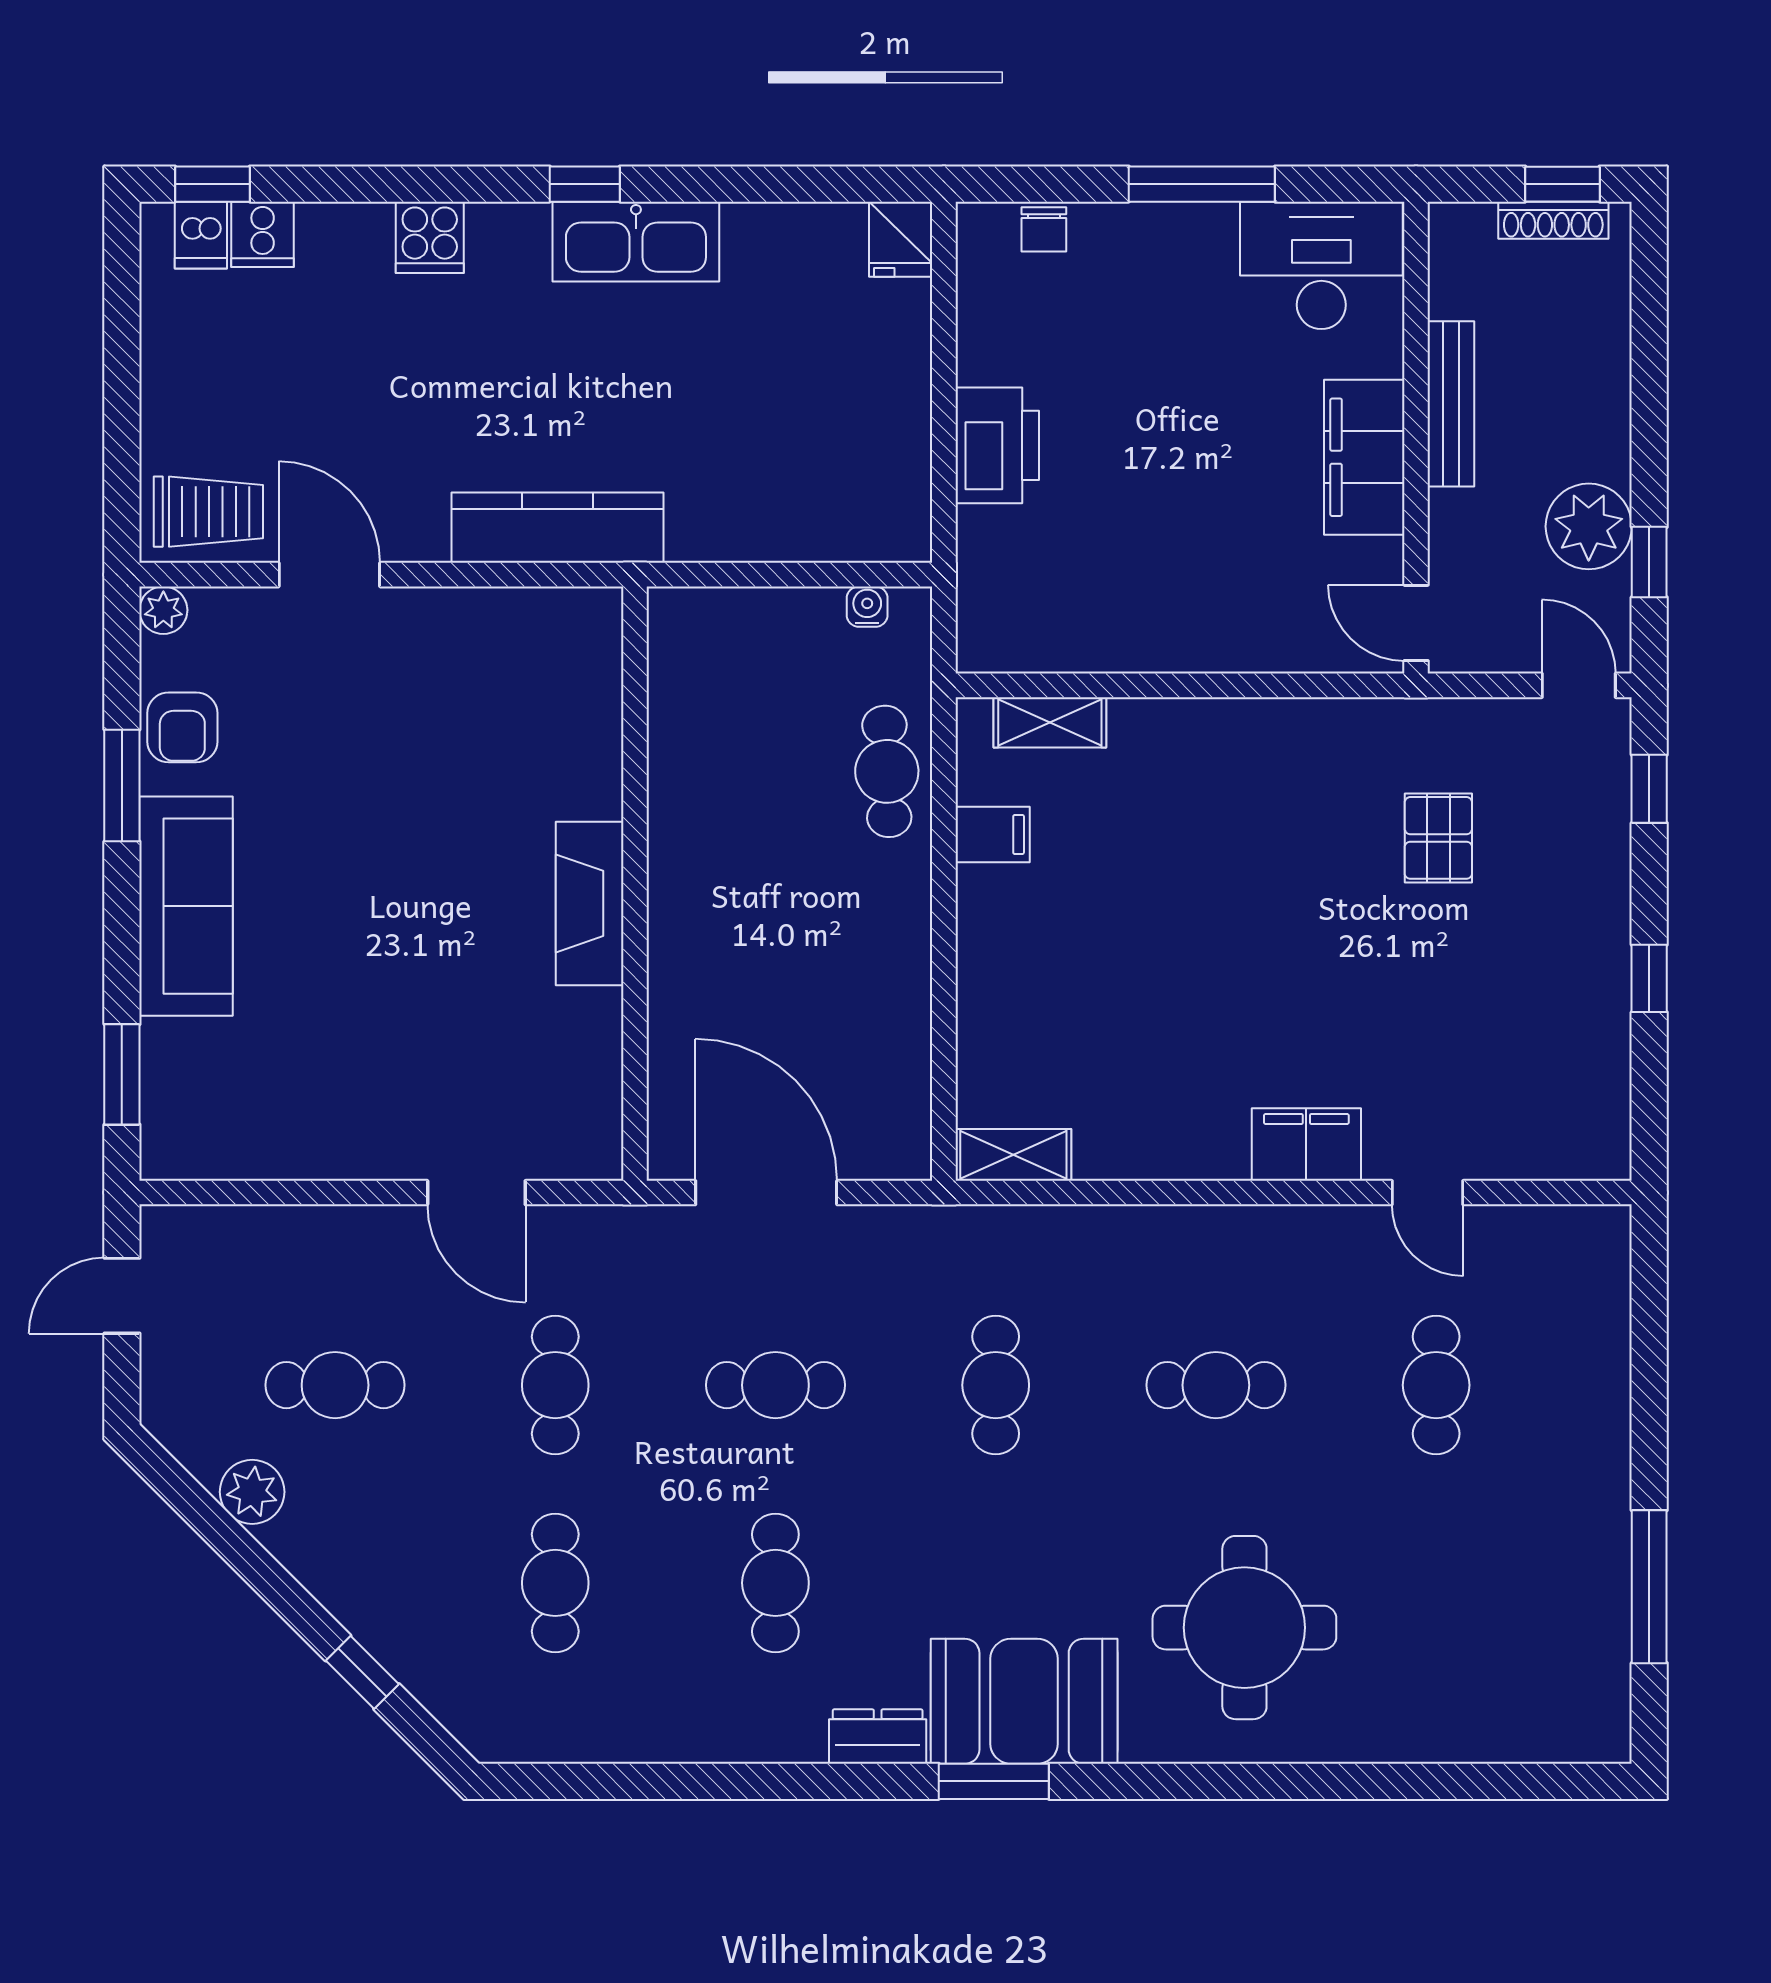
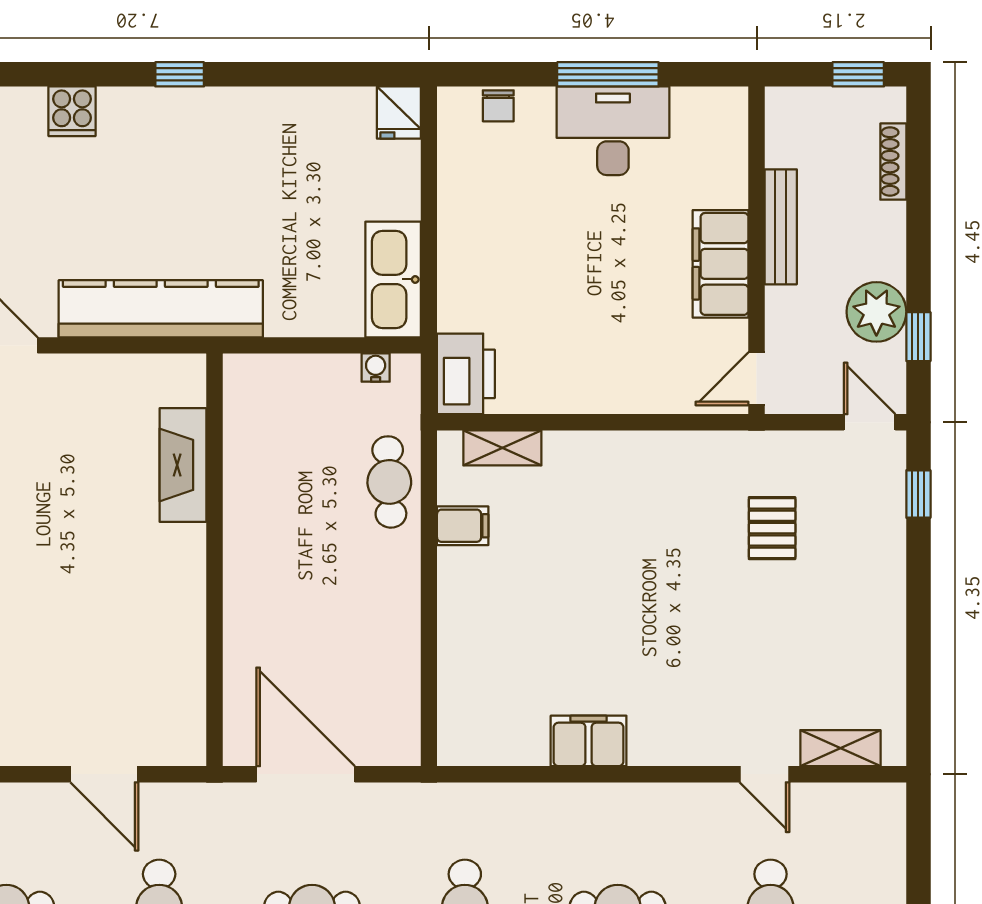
shoe rack: (1553, 220) -> (893, 162), moved, turned 90
kitchen sink: (636, 242) -> (393, 279), moved, turned 90
desk: (1321, 265) -> (613, 131), moved
printer: (997, 445) -> (466, 374), moved
kitchen counter: (558, 528) -> (161, 309), width x1.39, depth x1.17
door: (1416, 623) -> (757, 379), hinge flipped
fireplace: (590, 903) -> (183, 465), moved
window: (1649, 978) -> (918, 626), removed
filing cabinet: (1306, 1144) -> (589, 741), moved
shelving: (1013, 1155) -> (840, 748), moved

